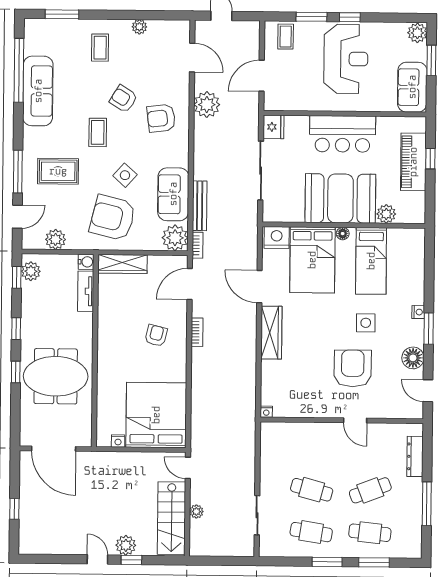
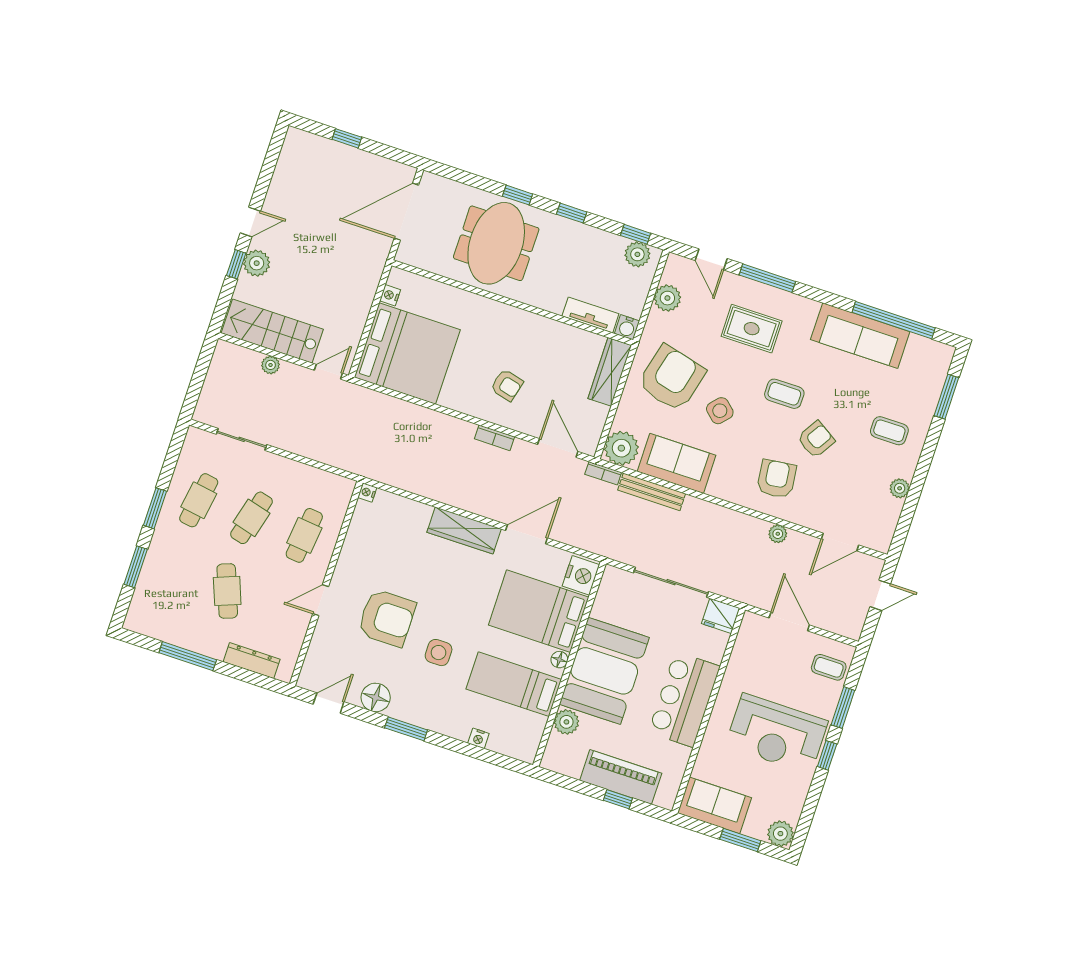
plant: (207, 105) -> (778, 534), width x0.53, depth x0.53
rug: (58, 171) -> (752, 329), turned 90
nightstand: (418, 312) -> (478, 738), moved
cafe table: (370, 533) -> (304, 535), moved

